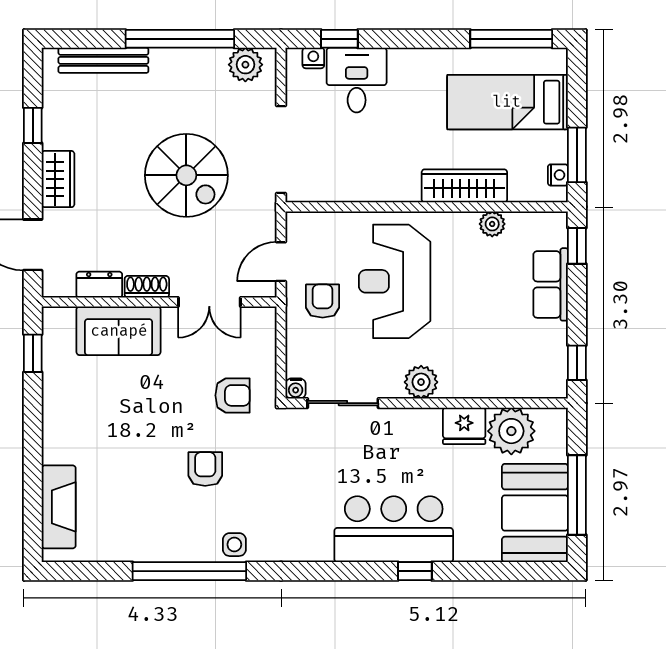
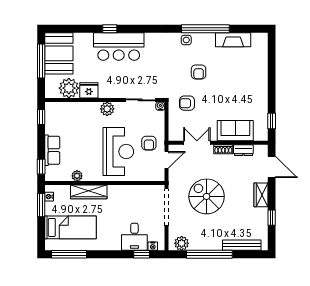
fireplace: (59, 507) -> (233, 40), moved, turned -90

